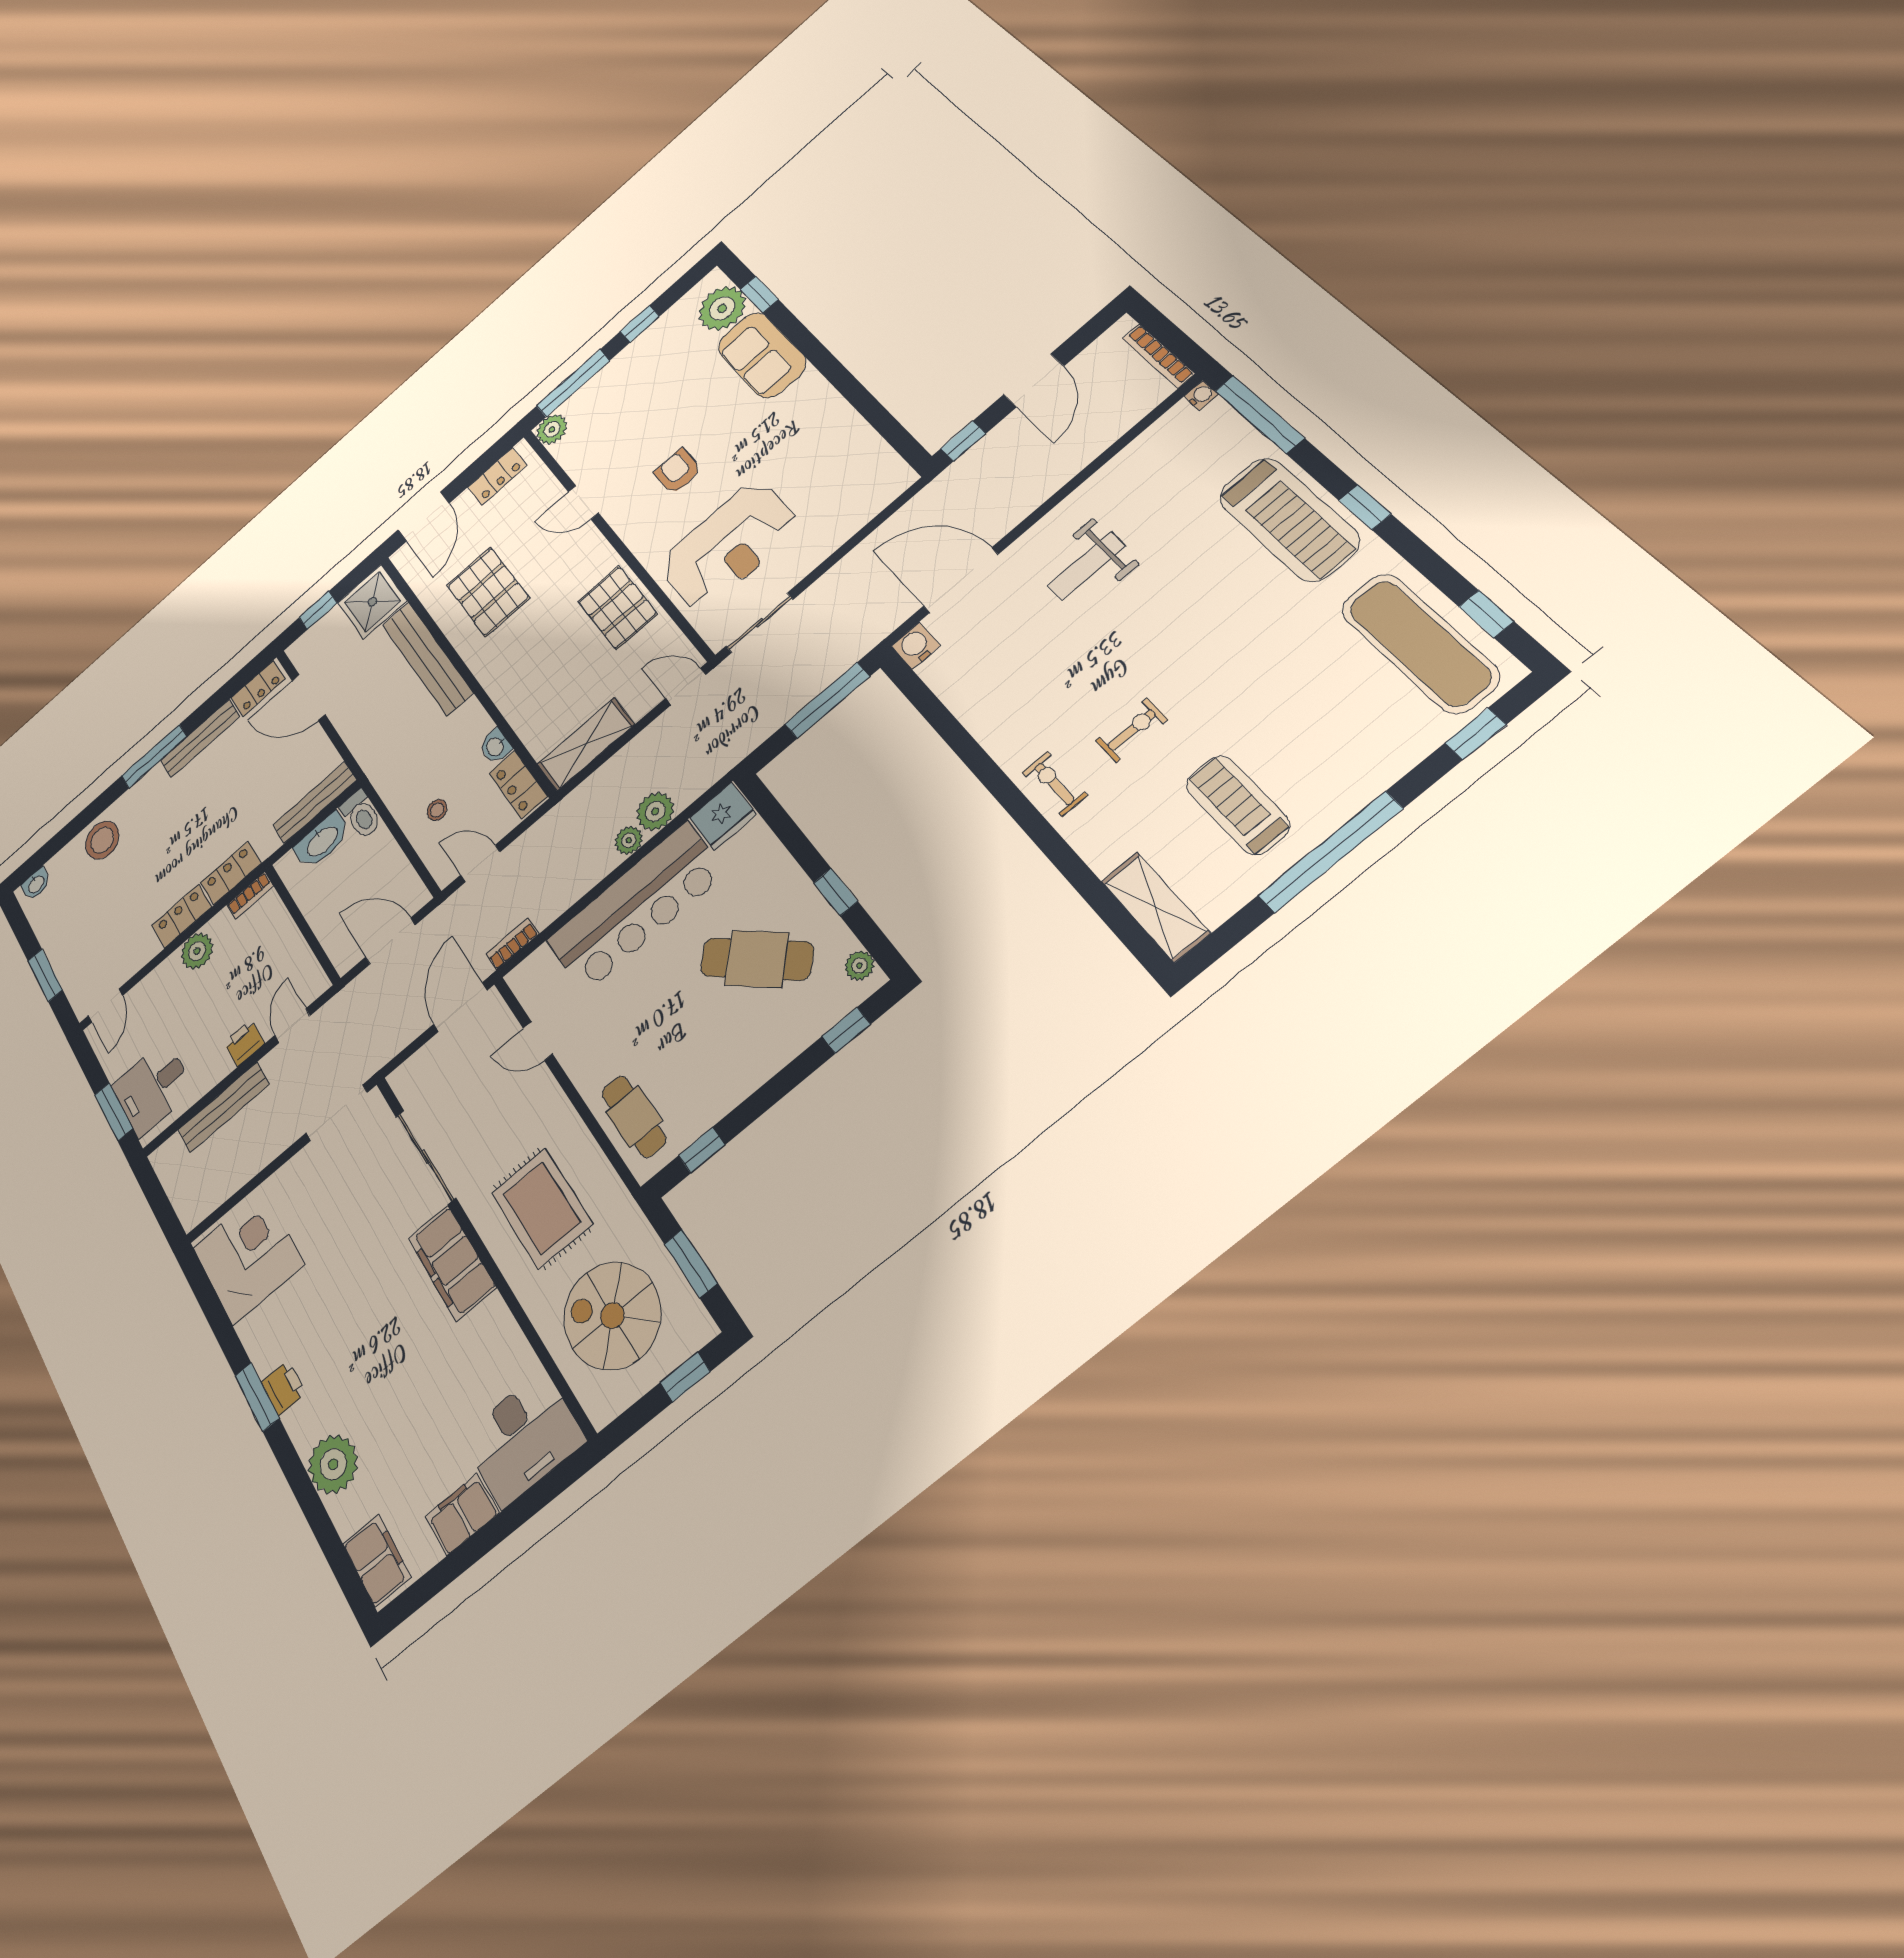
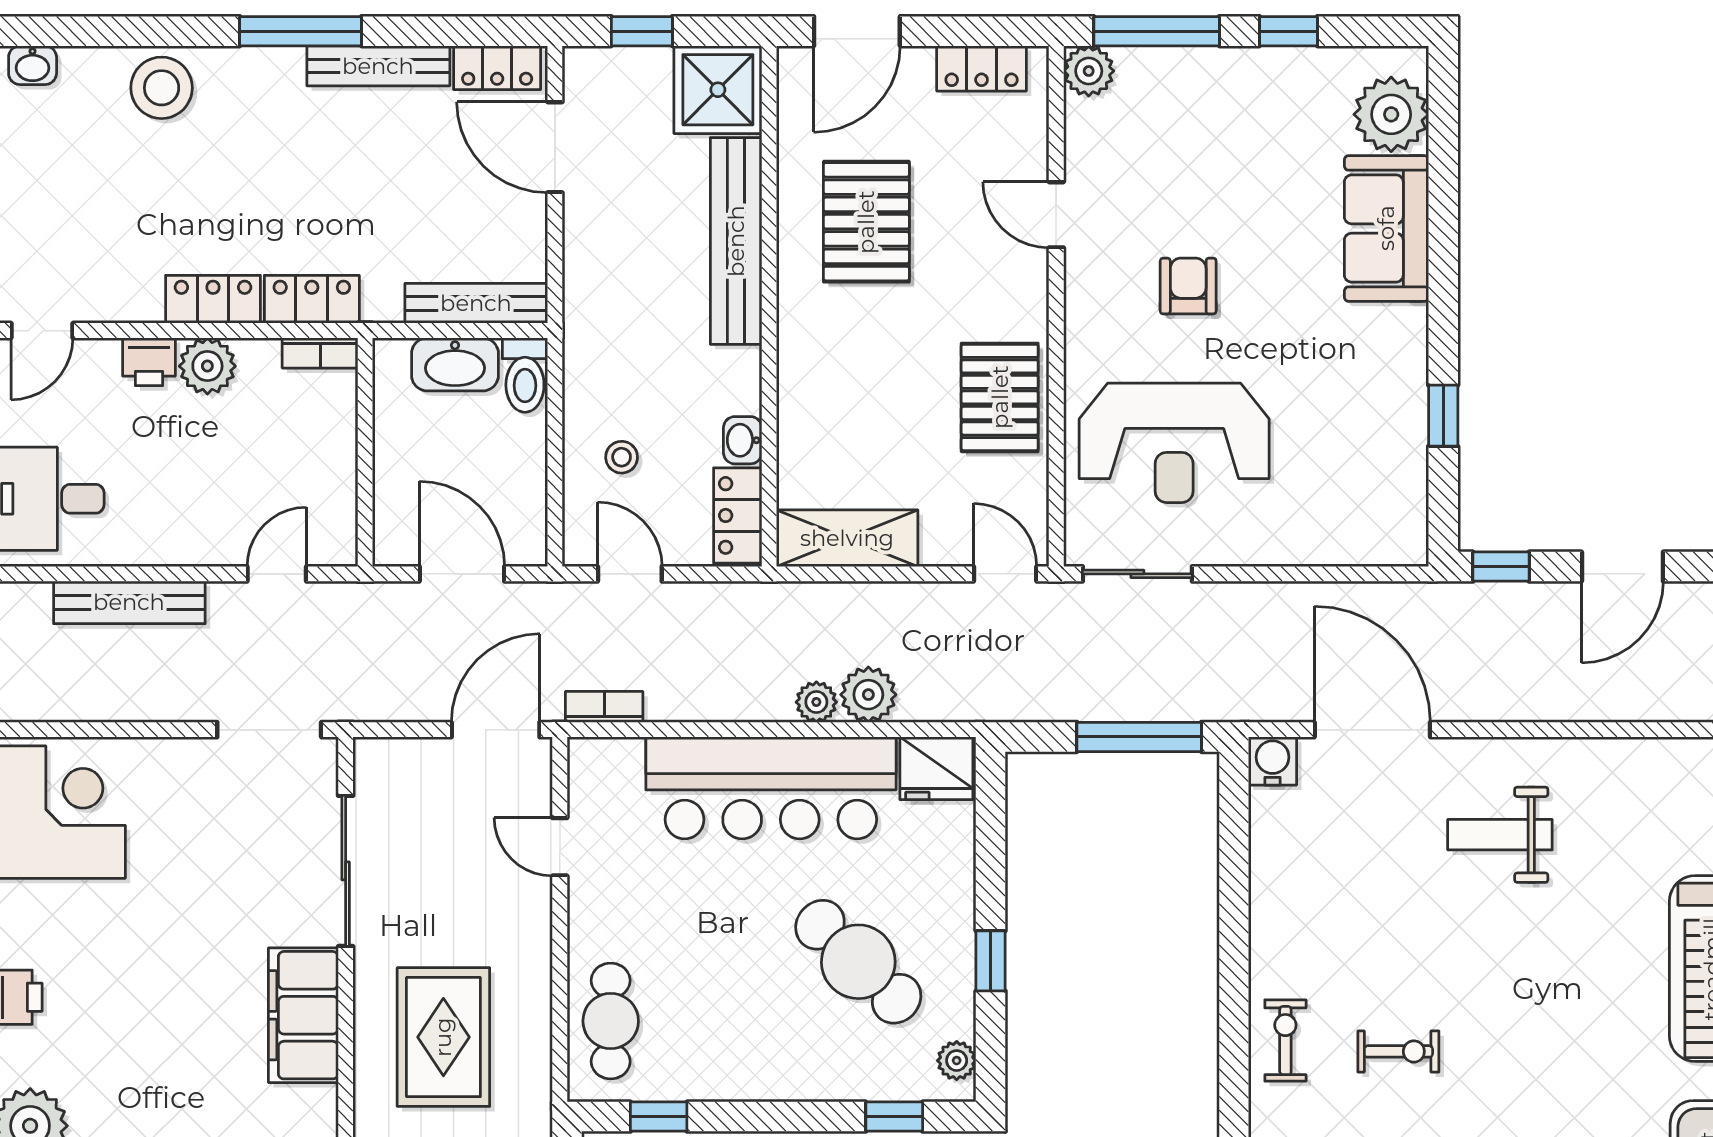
window: (759, 295) -> (1443, 416), moved
printer: (244, 1043) -> (149, 362), moved, turned 180

